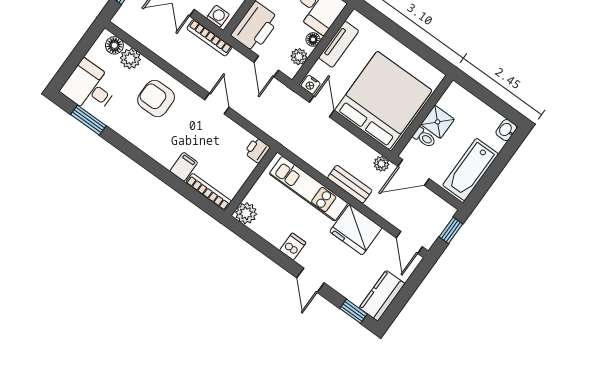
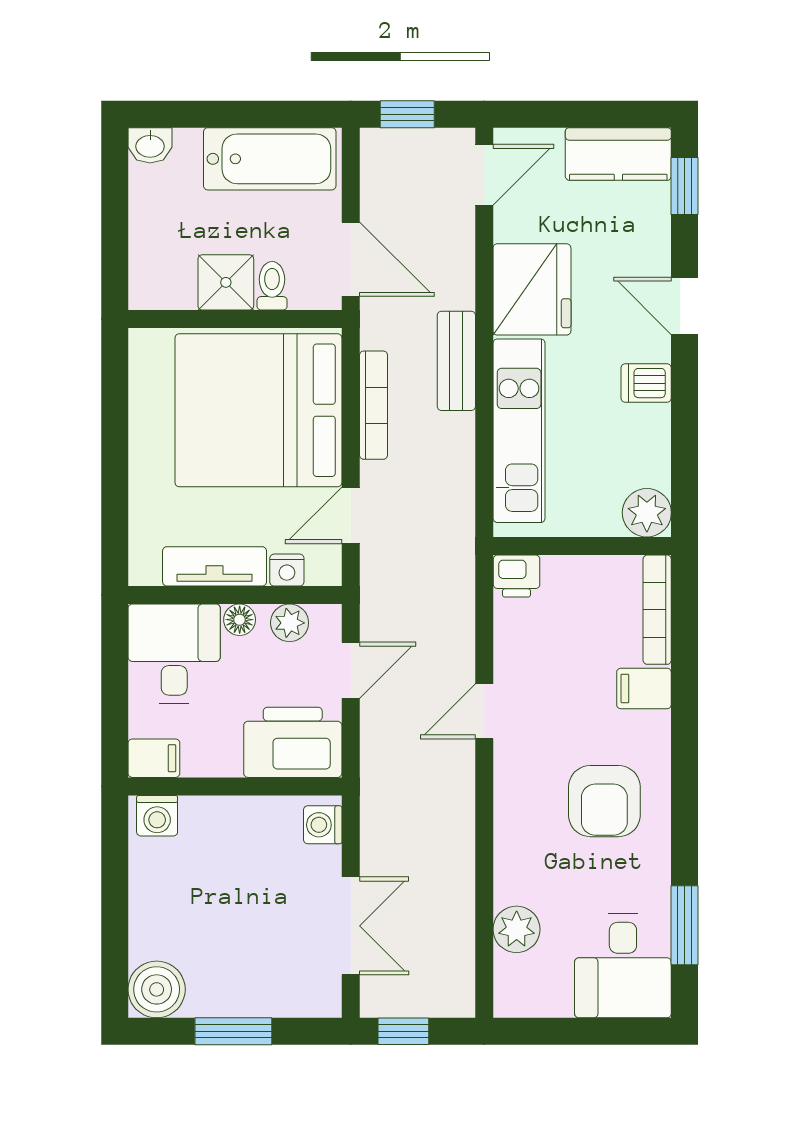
bookcase: (209, 38) -> (374, 405), moved
floor lamp: (114, 45) -> (513, 976), removed
nightstand: (311, 85) -> (287, 570), moved, turned 90
armchair: (156, 98) -> (604, 801), moved
plant: (381, 164) -> (377, 330), removed
door: (310, 280) -> (685, 306), swing flipped

